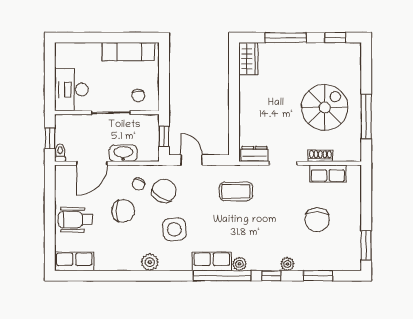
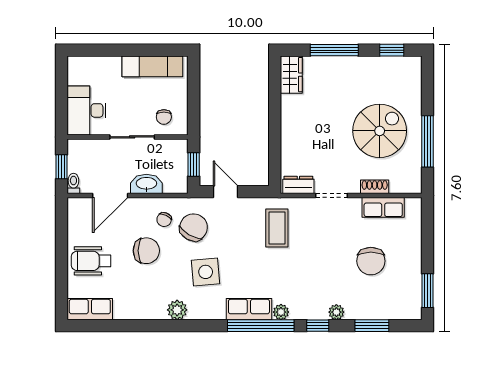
coffee table: (236, 191) -> (277, 228), turned 90

